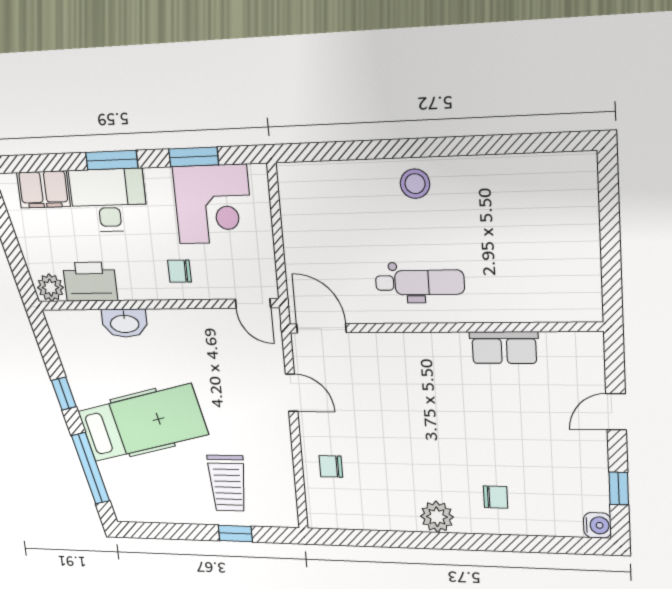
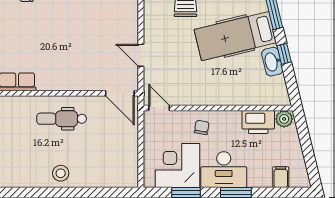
filing cabinet: (44, 189) -> (281, 177), width x0.50
desk: (108, 200) -> (224, 170), moved
chair: (179, 271) -> (202, 127), turned -80
washbasin: (125, 323) -> (272, 62), moved, turned -104
chair: (331, 466) -> (121, 11), removed

